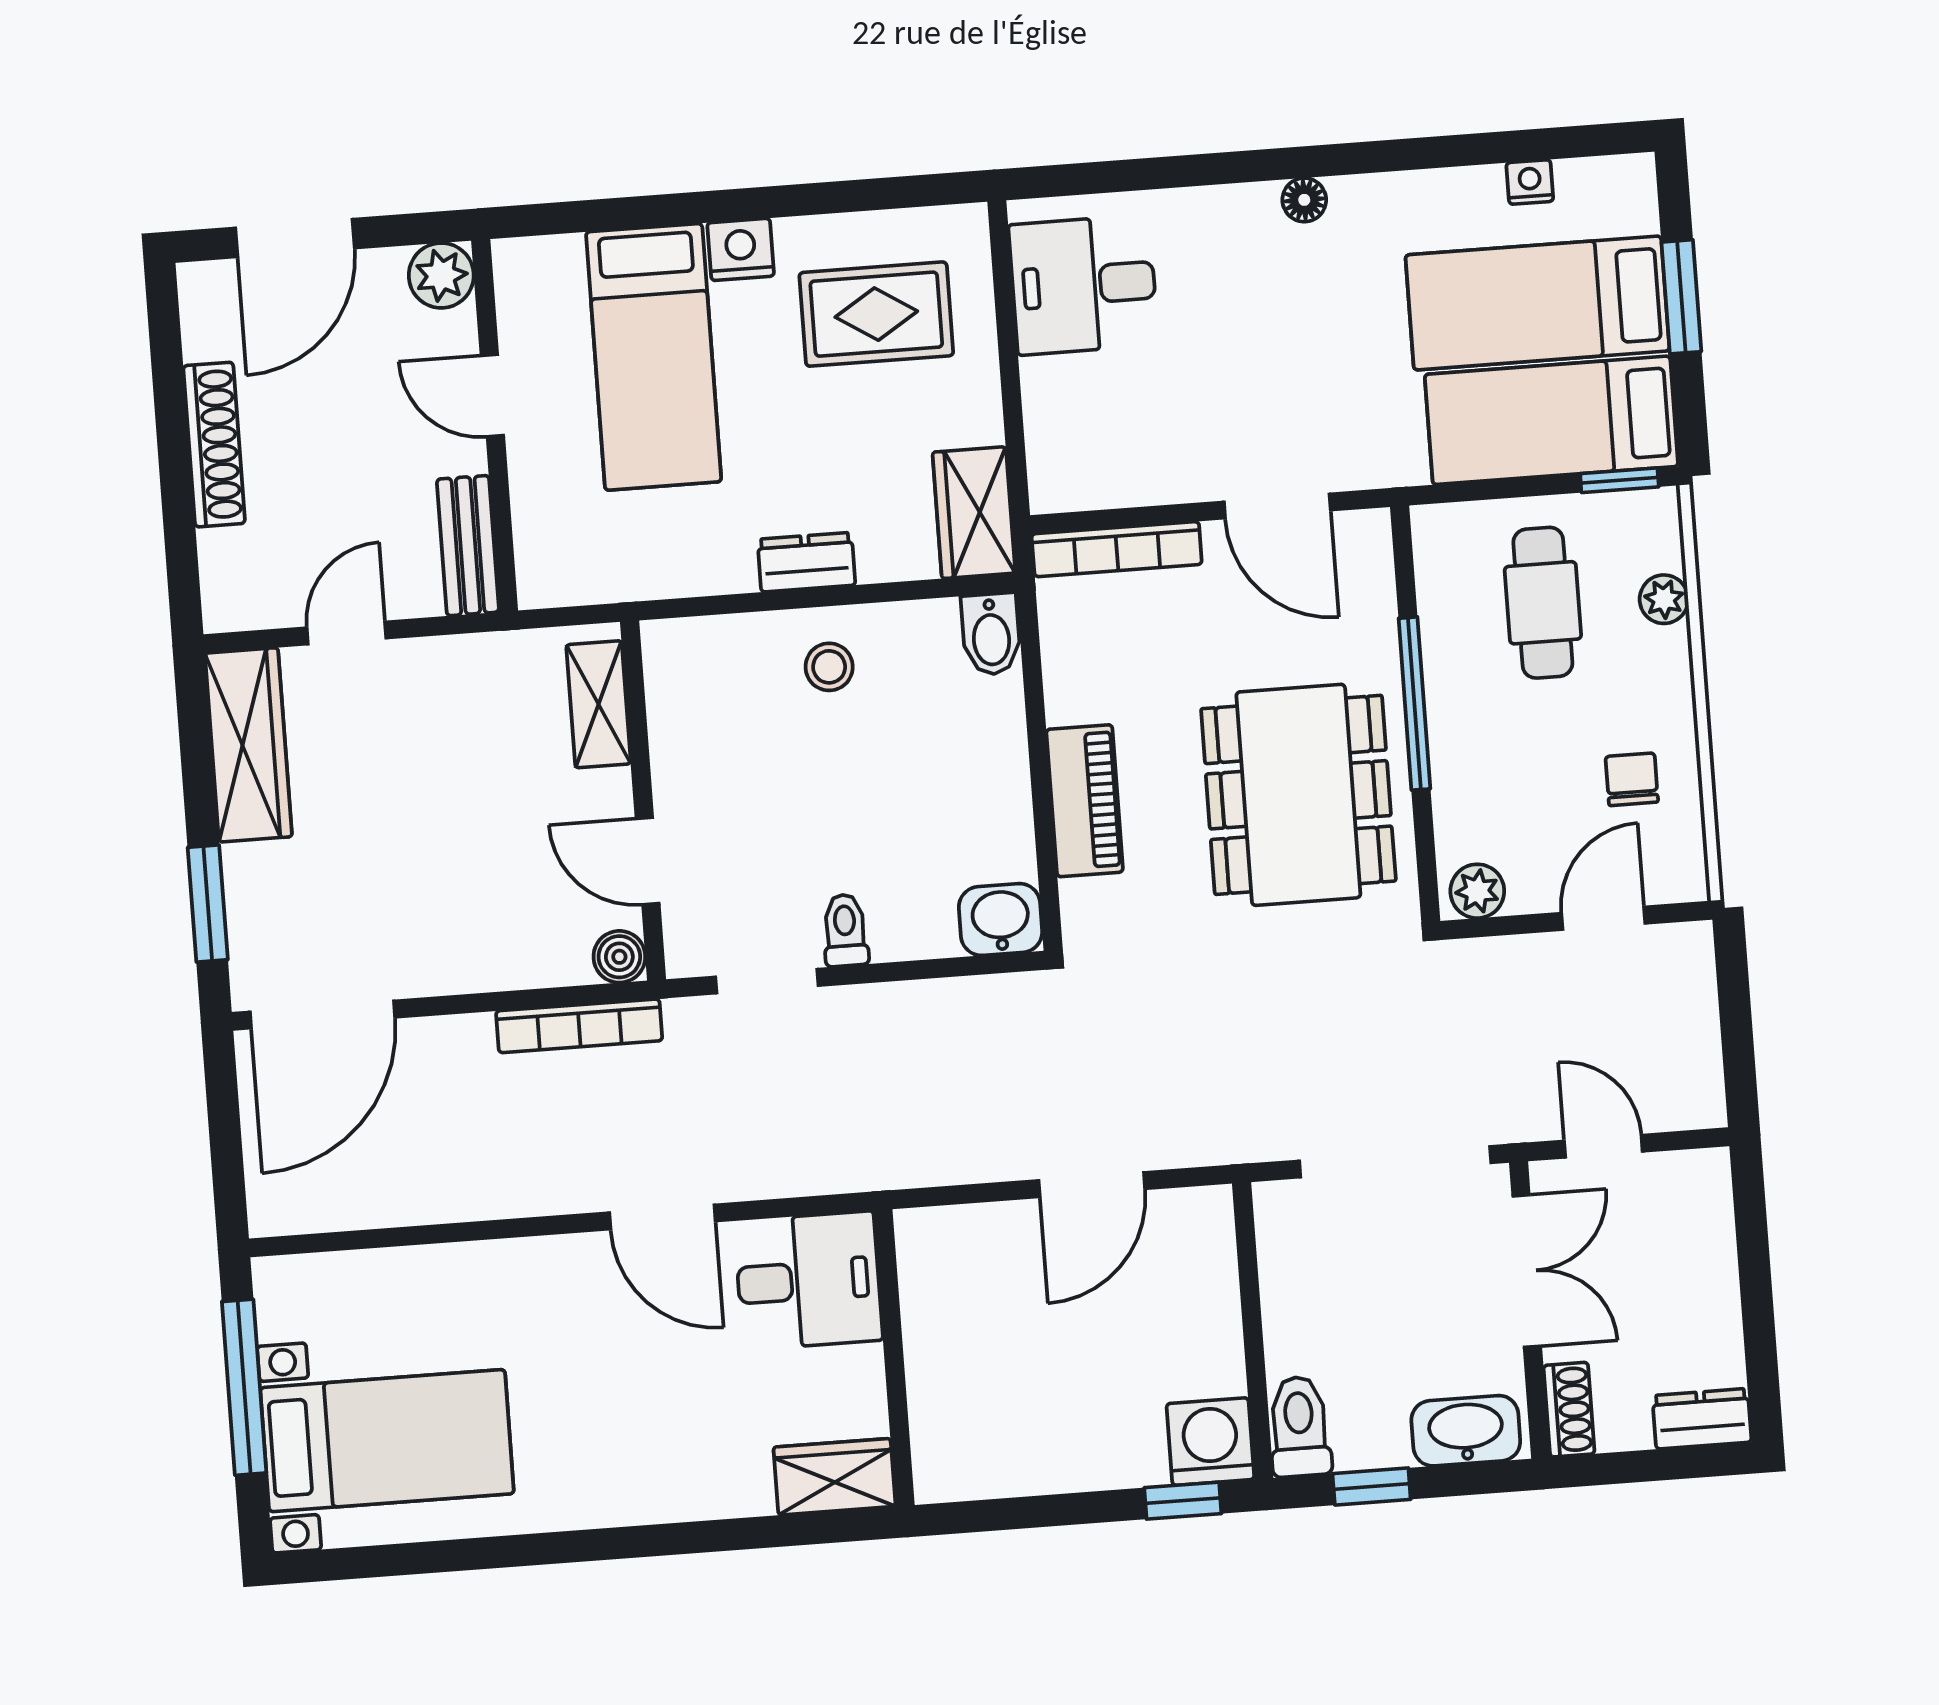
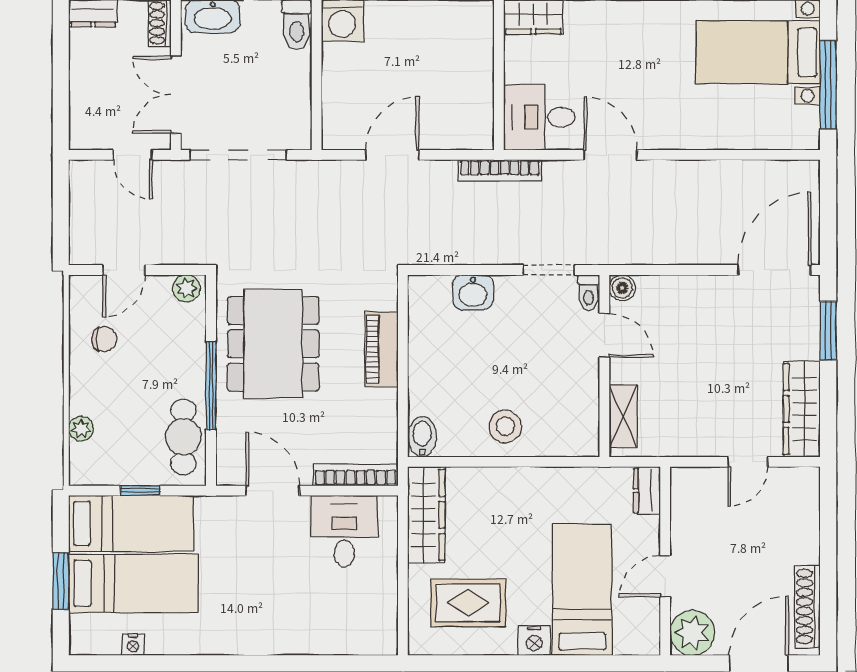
floor lamp: (1304, 200) -> (248, 644), removed
plant: (441, 275) -> (692, 633), width x1.36, depth x1.36
desk: (1084, 285) -> (344, 531), moved, turned -90
door: (492, 396) -> (665, 576), swing flipped
shoe rack: (214, 445) -> (808, 606), moved
window: (1619, 480) -> (140, 491), moved
wardrobe: (974, 513) -> (426, 515), width x1.50
bench: (468, 546) -> (683, 501), removed
dresser: (806, 562) -> (647, 491), moved, turned 90
cafe table: (1543, 603) -> (183, 437), moved
stool: (829, 667) -> (505, 426), width x1.37, depth x1.37
chair: (1632, 779) -> (104, 339), turned -90
washbasin: (1001, 920) -> (473, 292), moved
toilet: (845, 930) -> (589, 293), moved
bookcase: (579, 1026) -> (500, 170), moved, turned 180

